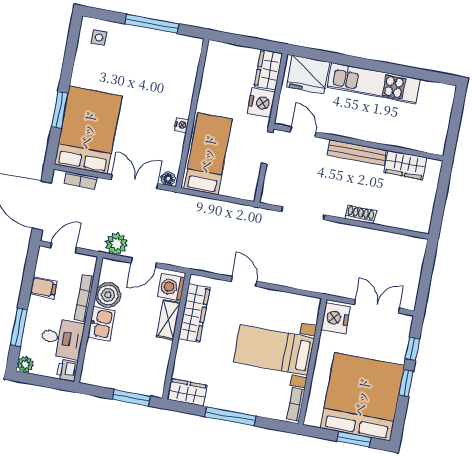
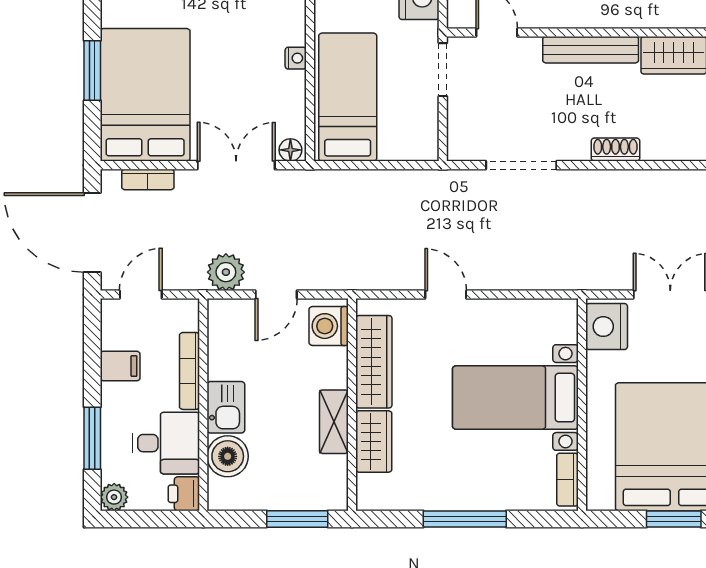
boiler: (108, 295) -> (228, 456), moved
shelving: (168, 320) -> (334, 422), moved
wardrobe: (187, 392) -> (374, 442), moved, turned 90

